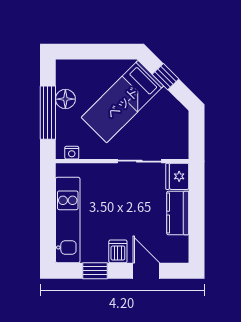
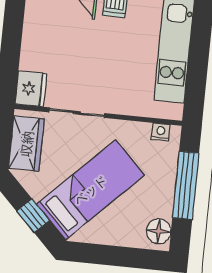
floor lamp: (65, 99) -> (159, 231), moved
wardrobe: (177, 133) -> (26, 144), added
kitchen counter: (178, 213) -> (35, 43), removed

